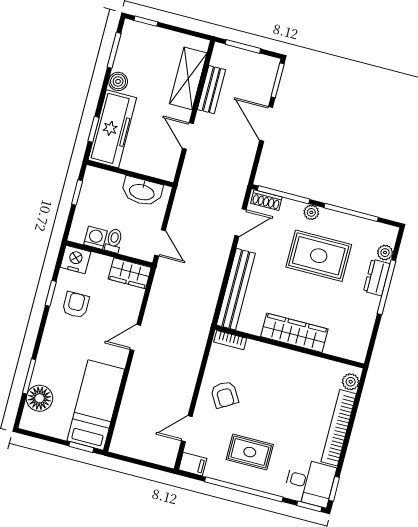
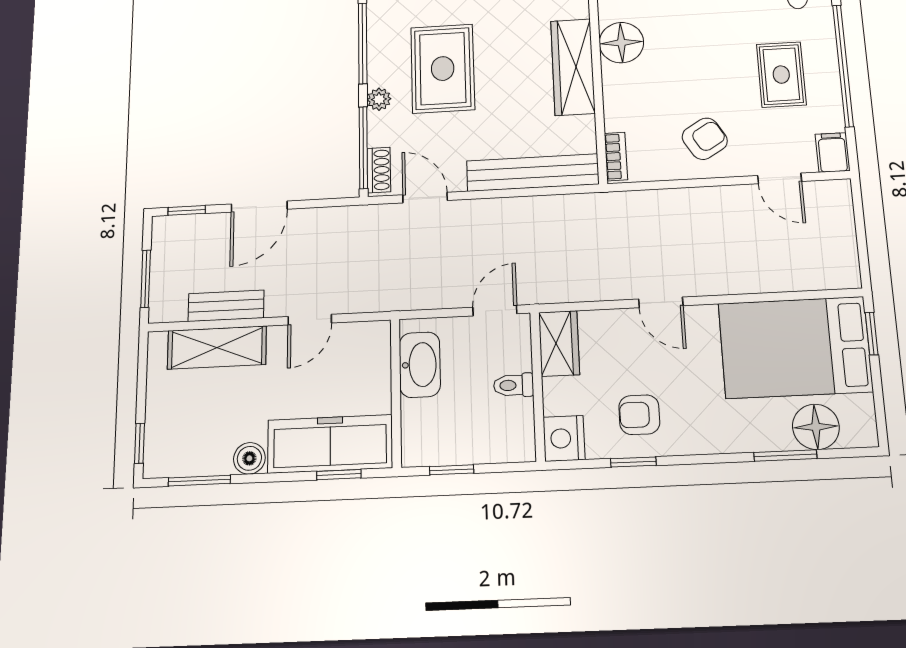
window: (278, 80) -> (187, 210), width x0.67
washing machine: (96, 238) -> (518, 416), removed
floor lamp: (301, 366) -> (621, 43), added
bed: (96, 405) -> (795, 347), width x1.50

